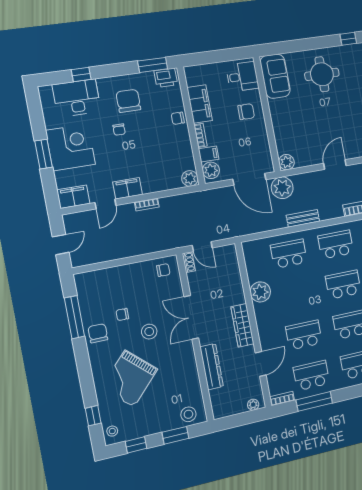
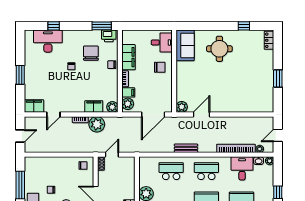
chair: (128, 101) -> (91, 53), moved
corner desk: (71, 147) -> (38, 73), removed
door: (335, 165) -> (201, 114), moved
door: (249, 179) -> (153, 114), hinge flipped
filing cabinet: (128, 188) -> (94, 107), moved
plant: (282, 188) -> (97, 124), moved
door: (202, 247) -> (112, 155), swing flipped

